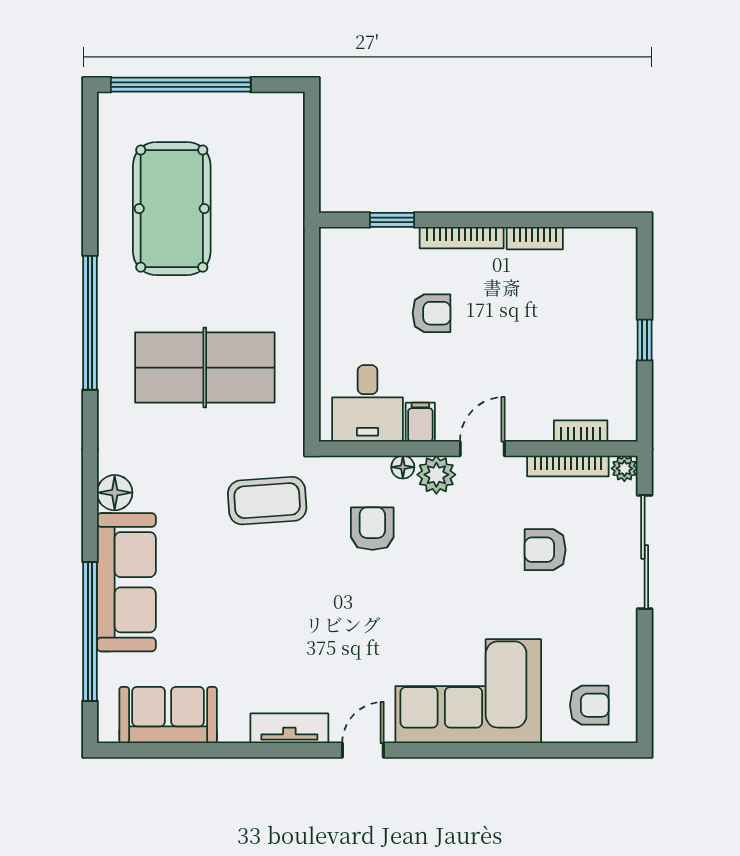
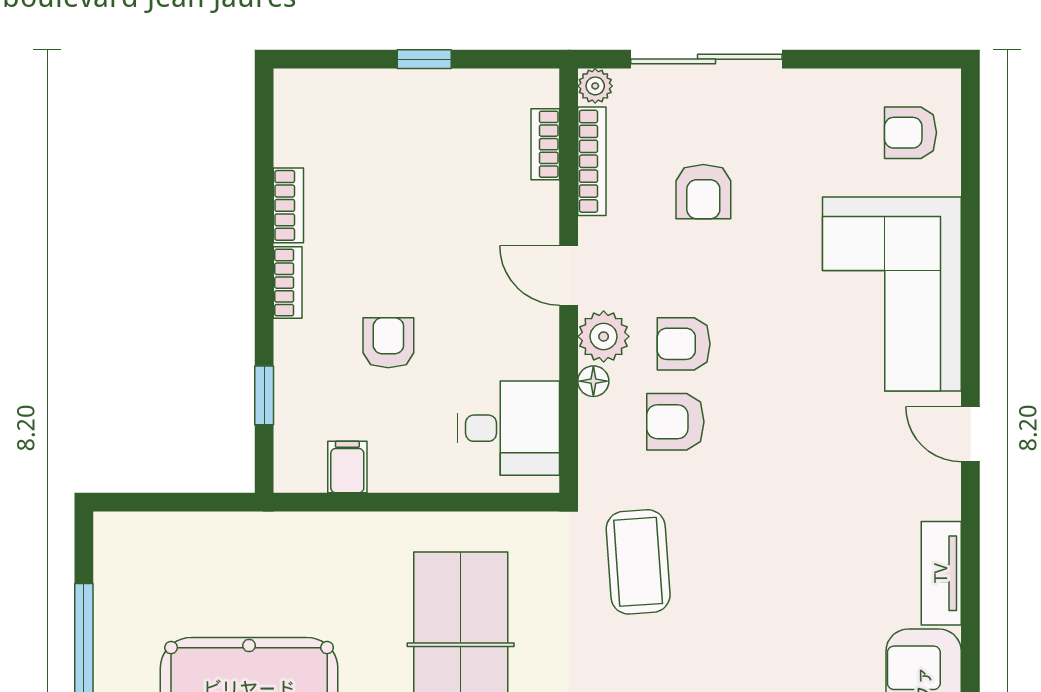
bookcase: (462, 238) -> (288, 283), width x0.64
filing cabinet: (420, 422) -> (347, 467), moved, turned 90
armchair: (431, 535) -> (684, 344), added
armchair: (589, 705) -> (910, 133), turned -90
tv unit: (289, 728) -> (941, 573), moved

